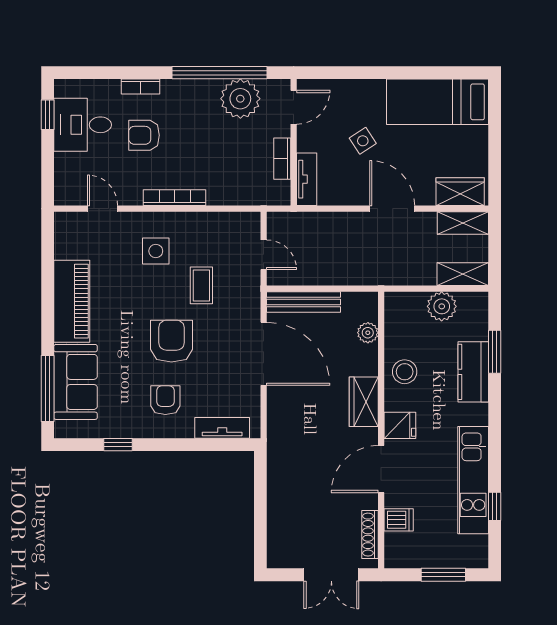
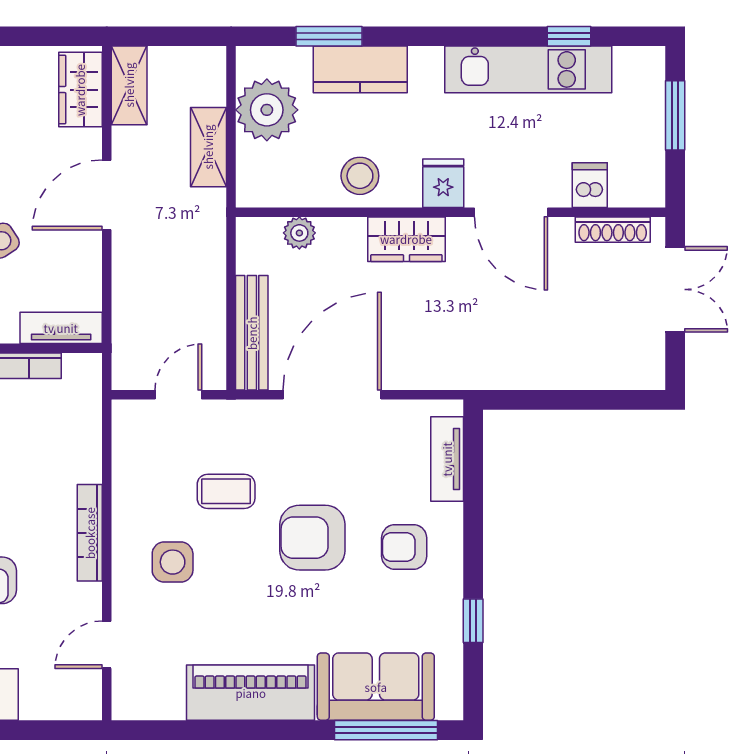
shelving: (463, 274) -> (208, 147), moved
plant: (442, 306) -> (267, 110), width x1.36, depth x1.36

